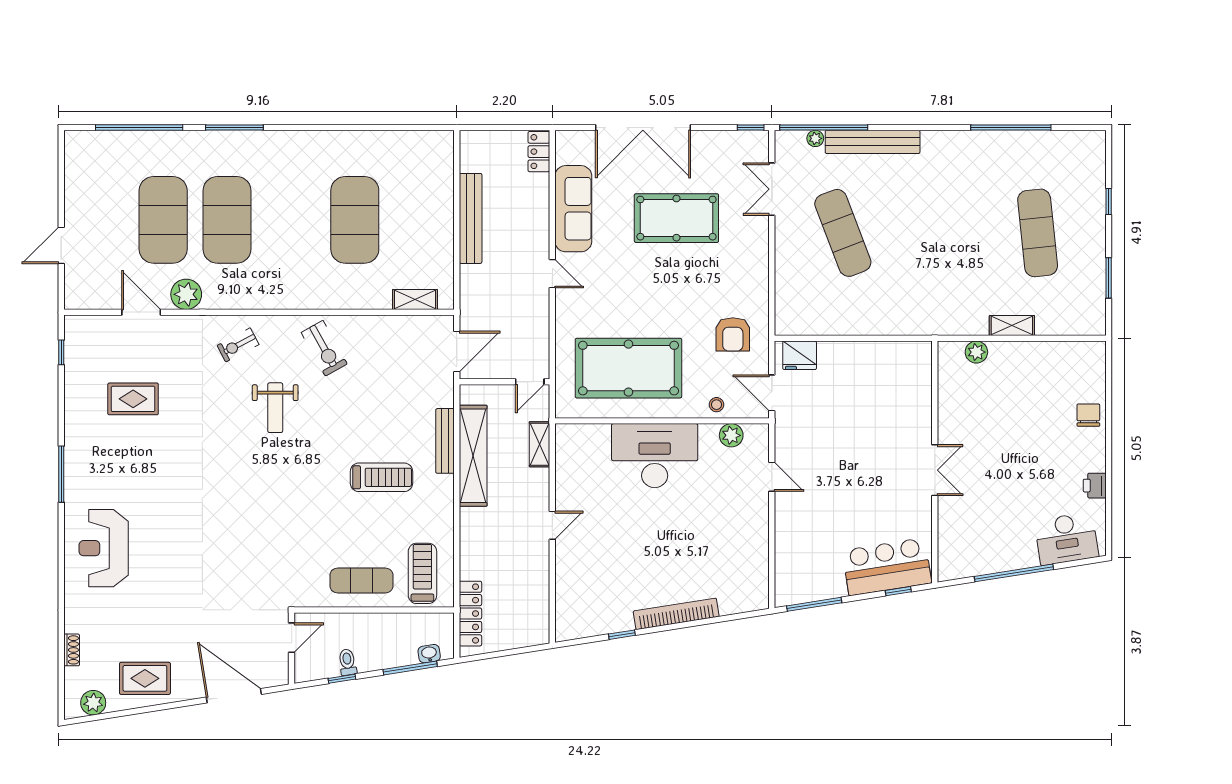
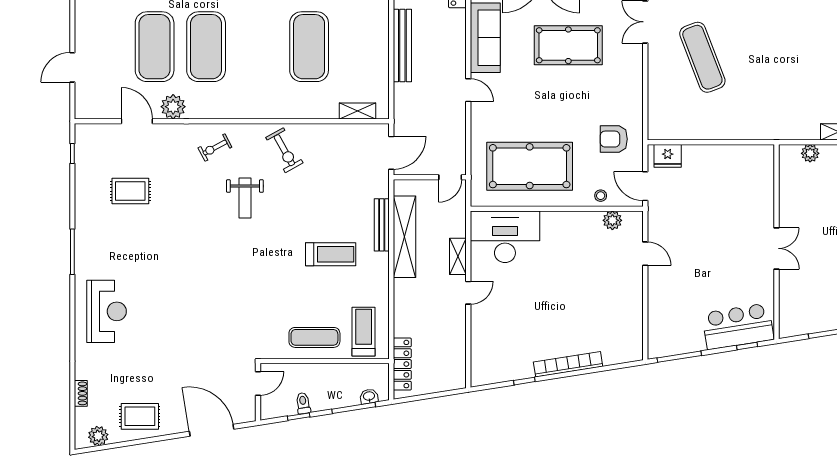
armchair: (733, 334) -> (614, 139), turned 90
shelving: (540, 444) -> (458, 256), moved
desk: (655, 456) -> (505, 237), moved
reception desk: (104, 548) -> (107, 311), turned 180

